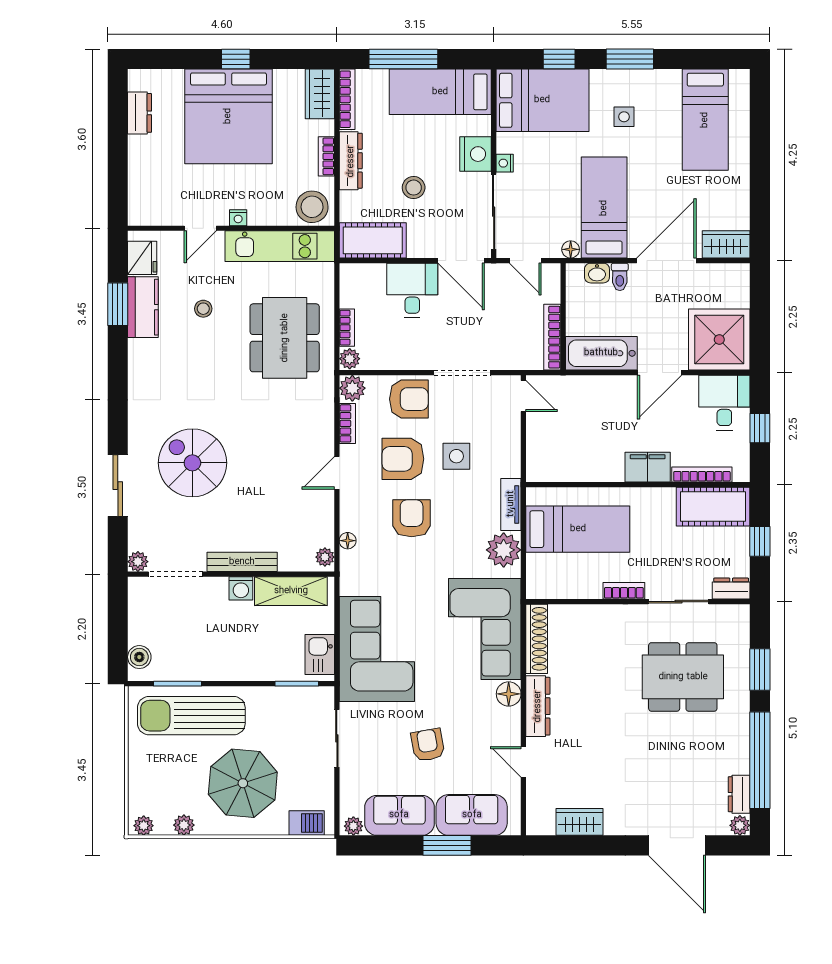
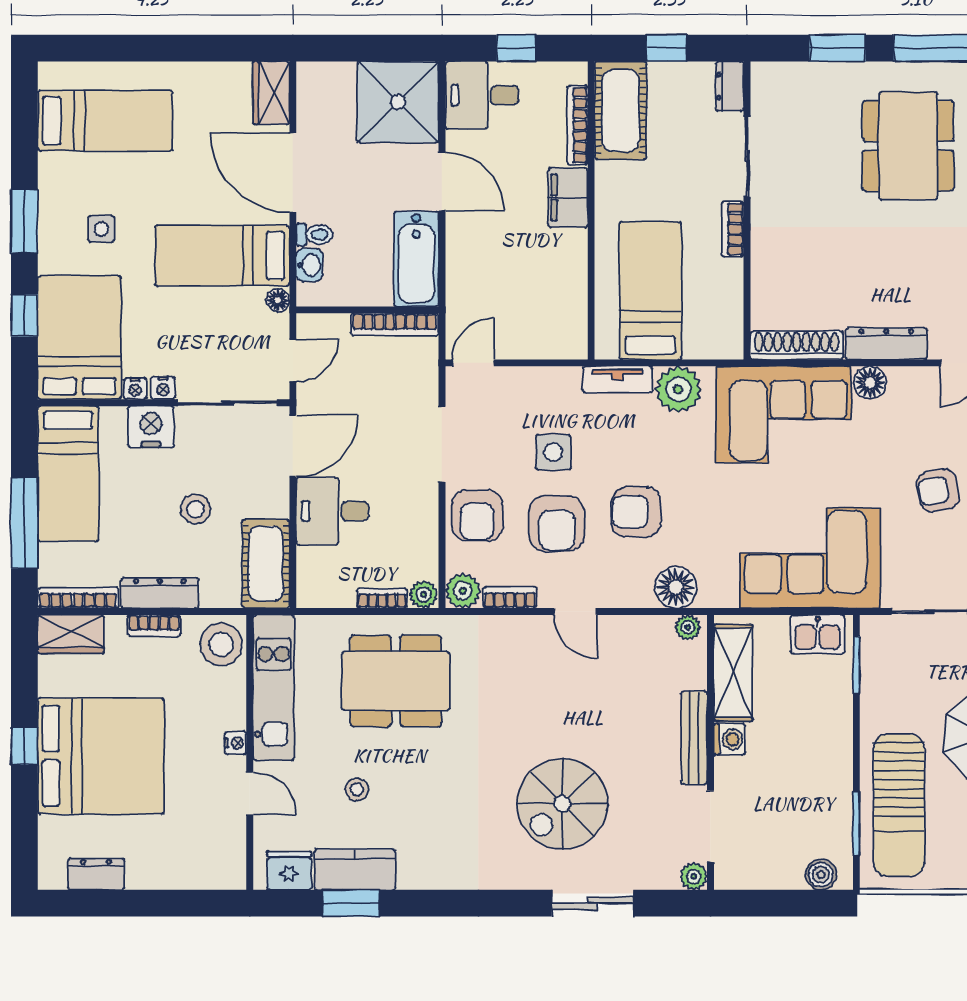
nightstand: (504, 142) -> (135, 389), added
armchair: (409, 399) -> (477, 515), turned 180
floor lamp: (348, 541) -> (676, 587), width x1.89, depth x1.89
dining table: (683, 677) -> (908, 146), moved

